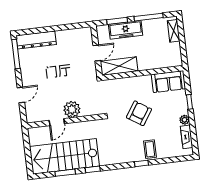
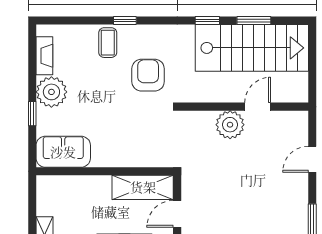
armchair: (139, 113) -> (148, 75), moved, turned 147
plant: (184, 120) -> (51, 92), width x1.87, depth x1.87

